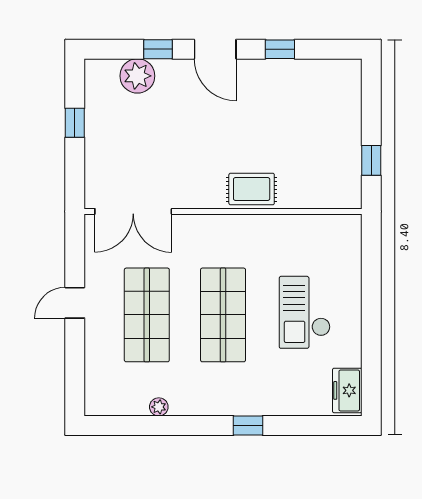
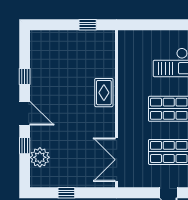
door: (215, 49) -> (25, 113), hinge flipped
double door: (133, 211) -> (117, 160), swing flipped

